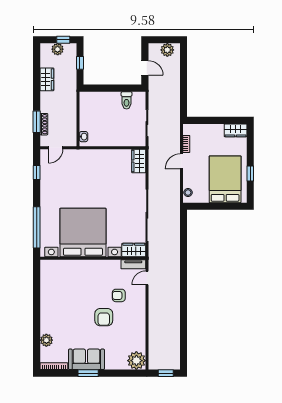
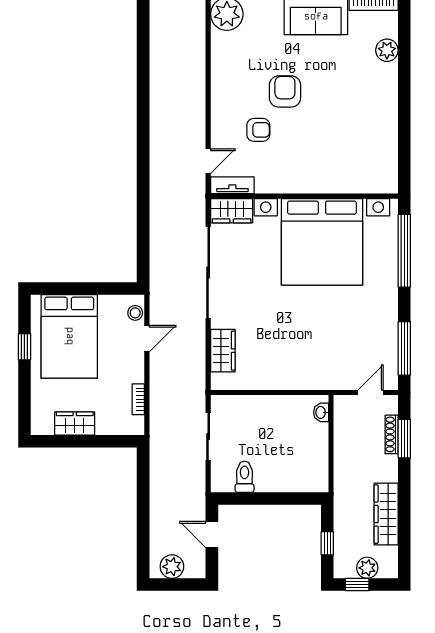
wardrobe: (47, 79) -> (386, 514), width x1.50
wardrobe: (236, 130) -> (75, 423), moved
wardrobe: (139, 161) -> (223, 351), moved
door: (181, 161) -> (147, 339), moved
window: (37, 173) -> (404, 348), width x2.17

